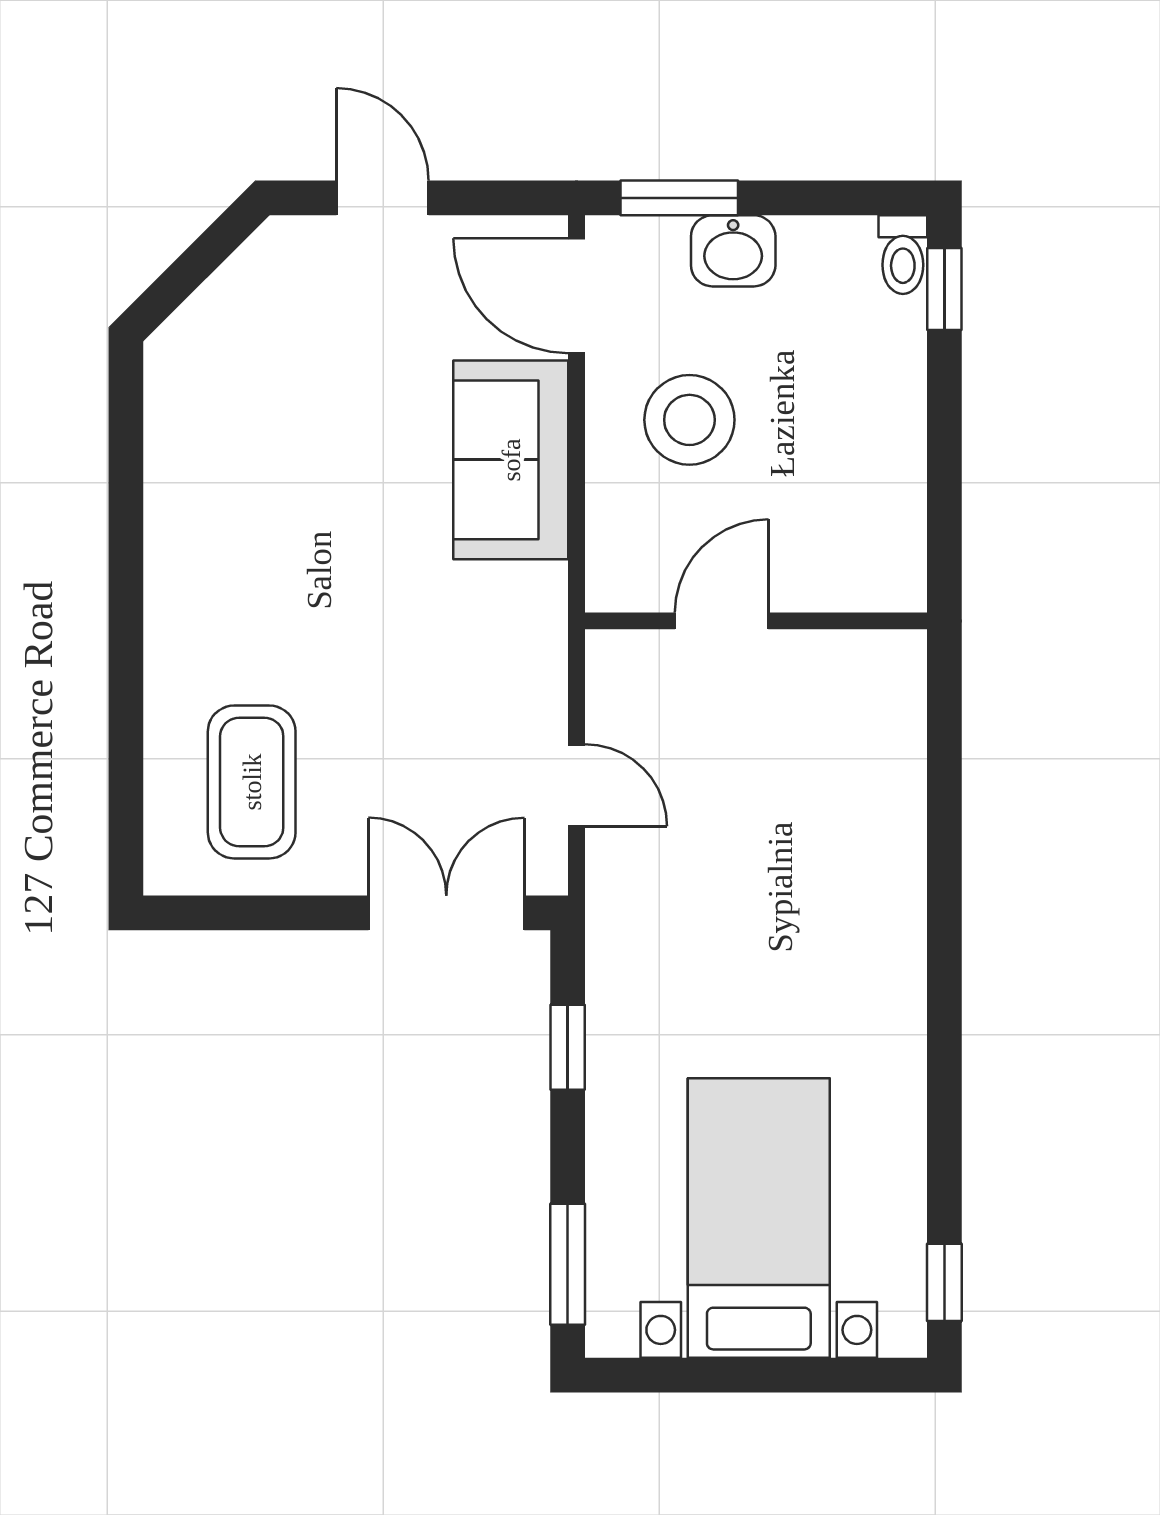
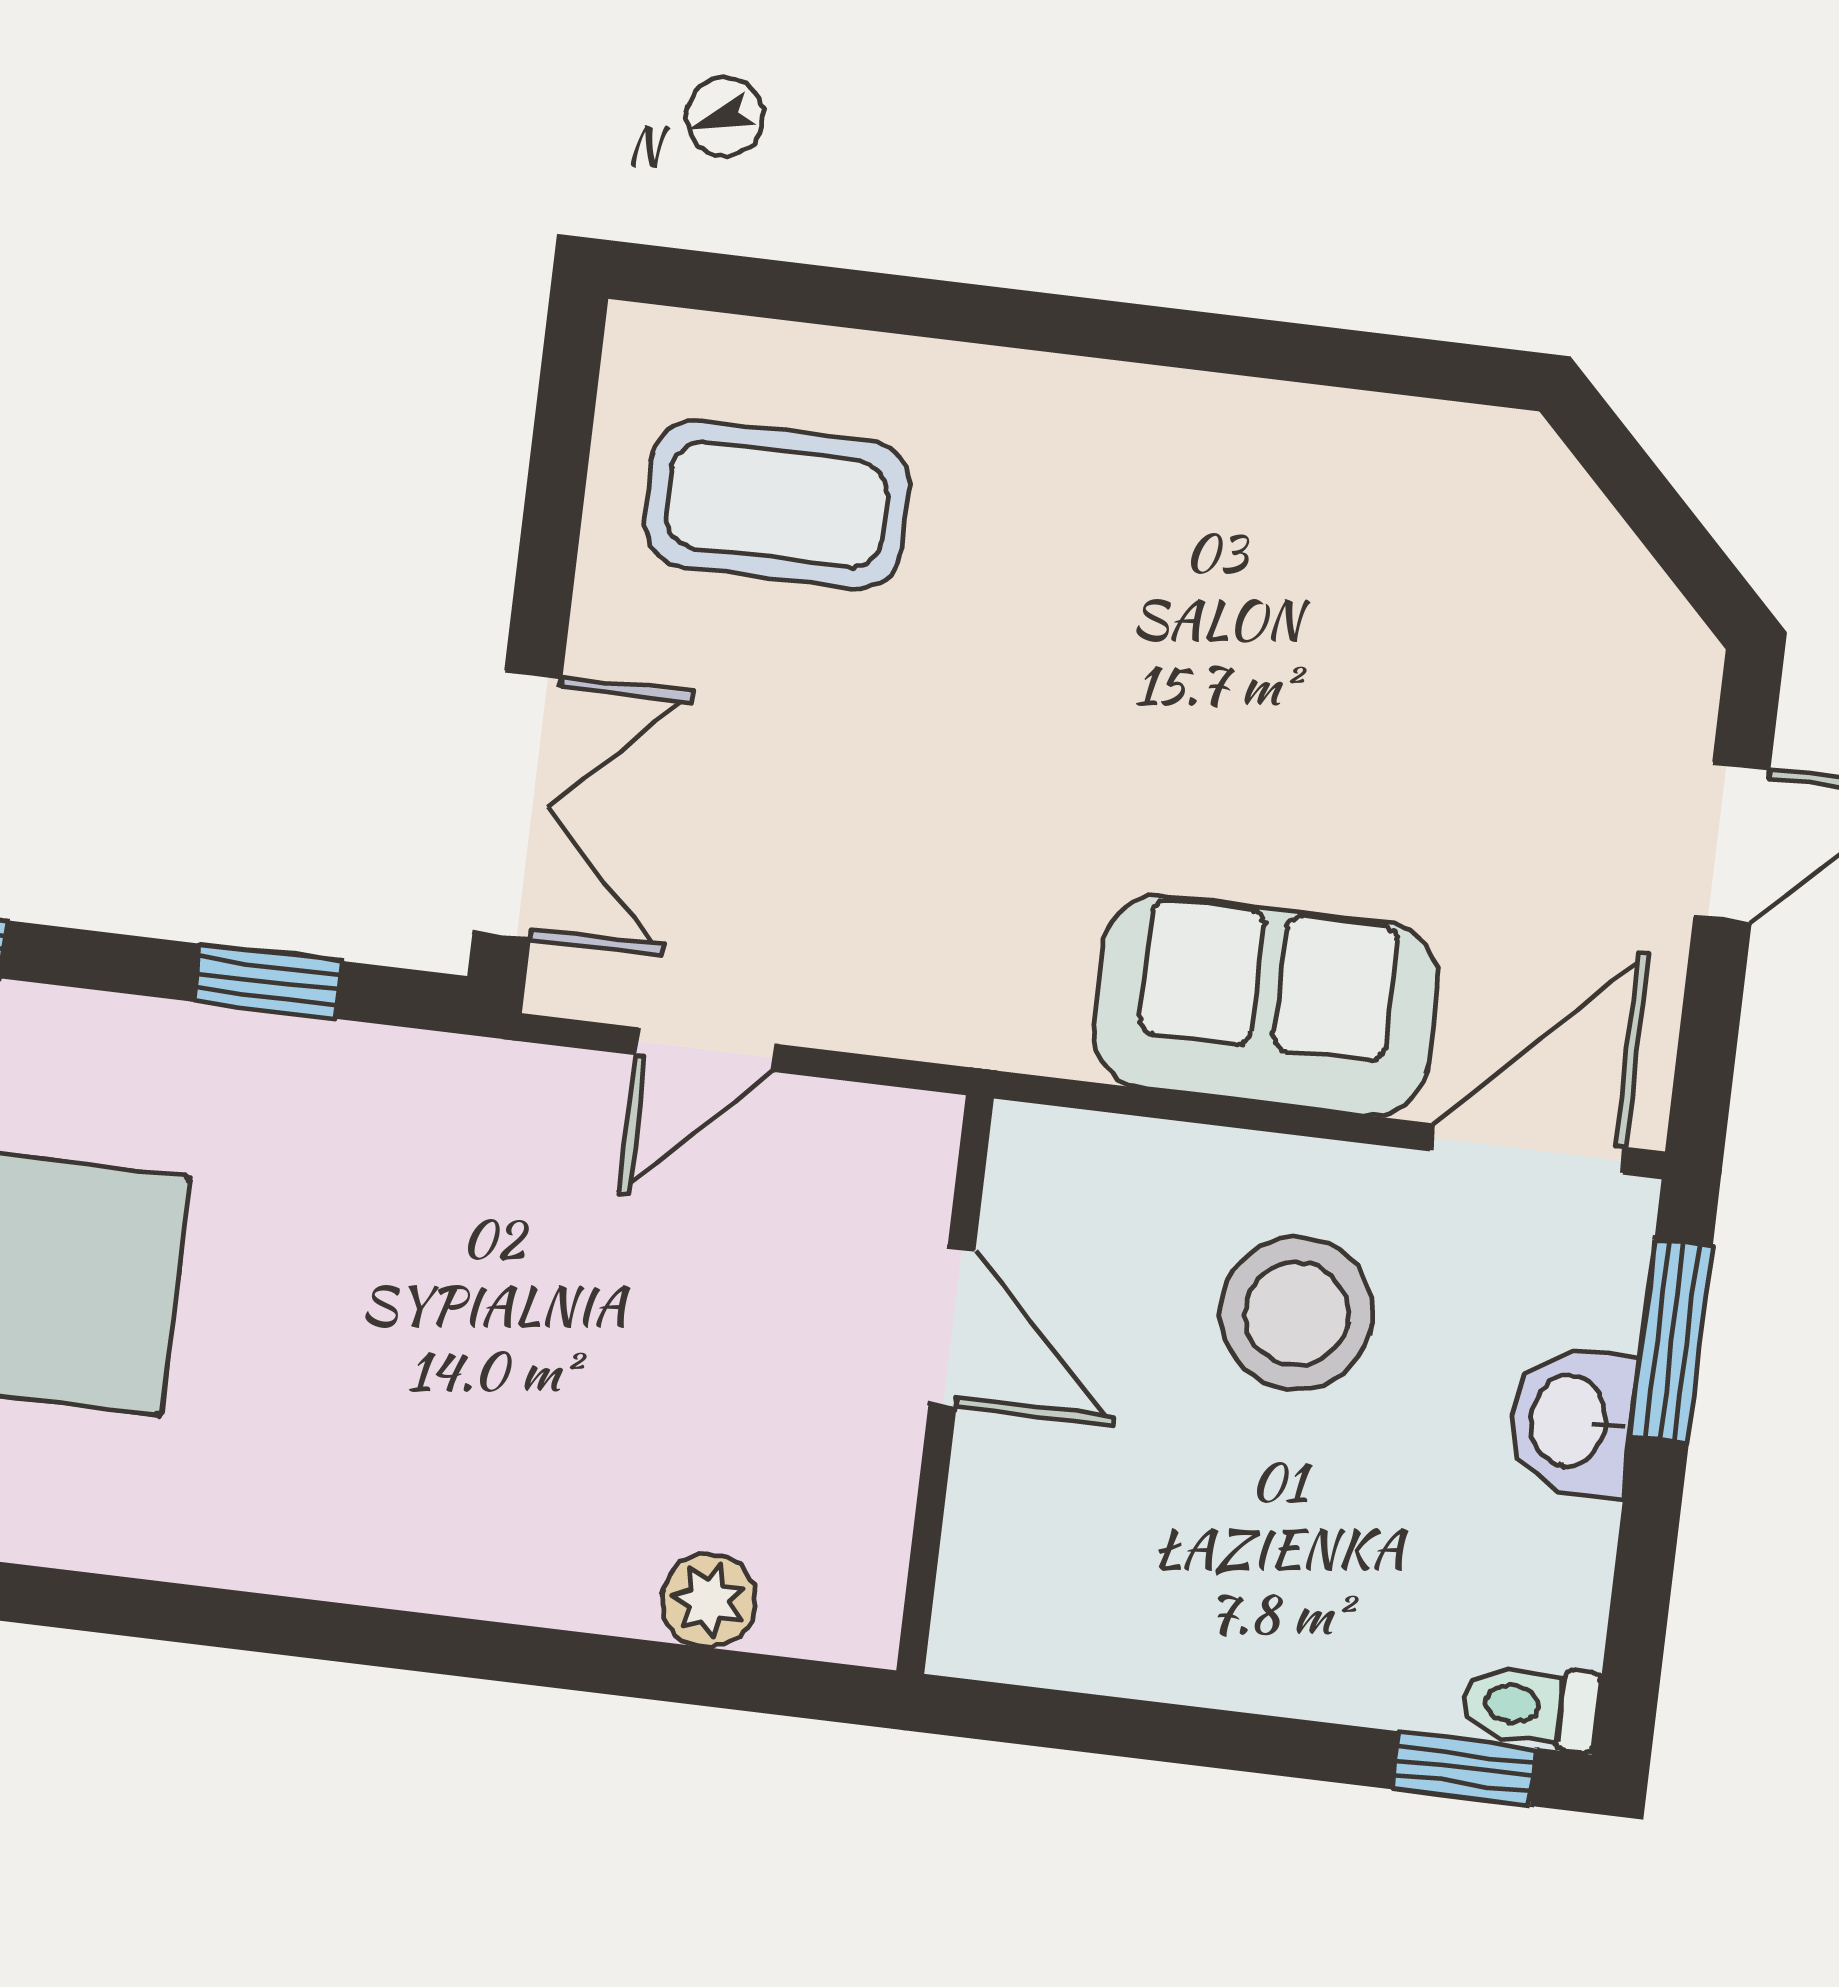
plant: (899, 744) -> (709, 1600), added

